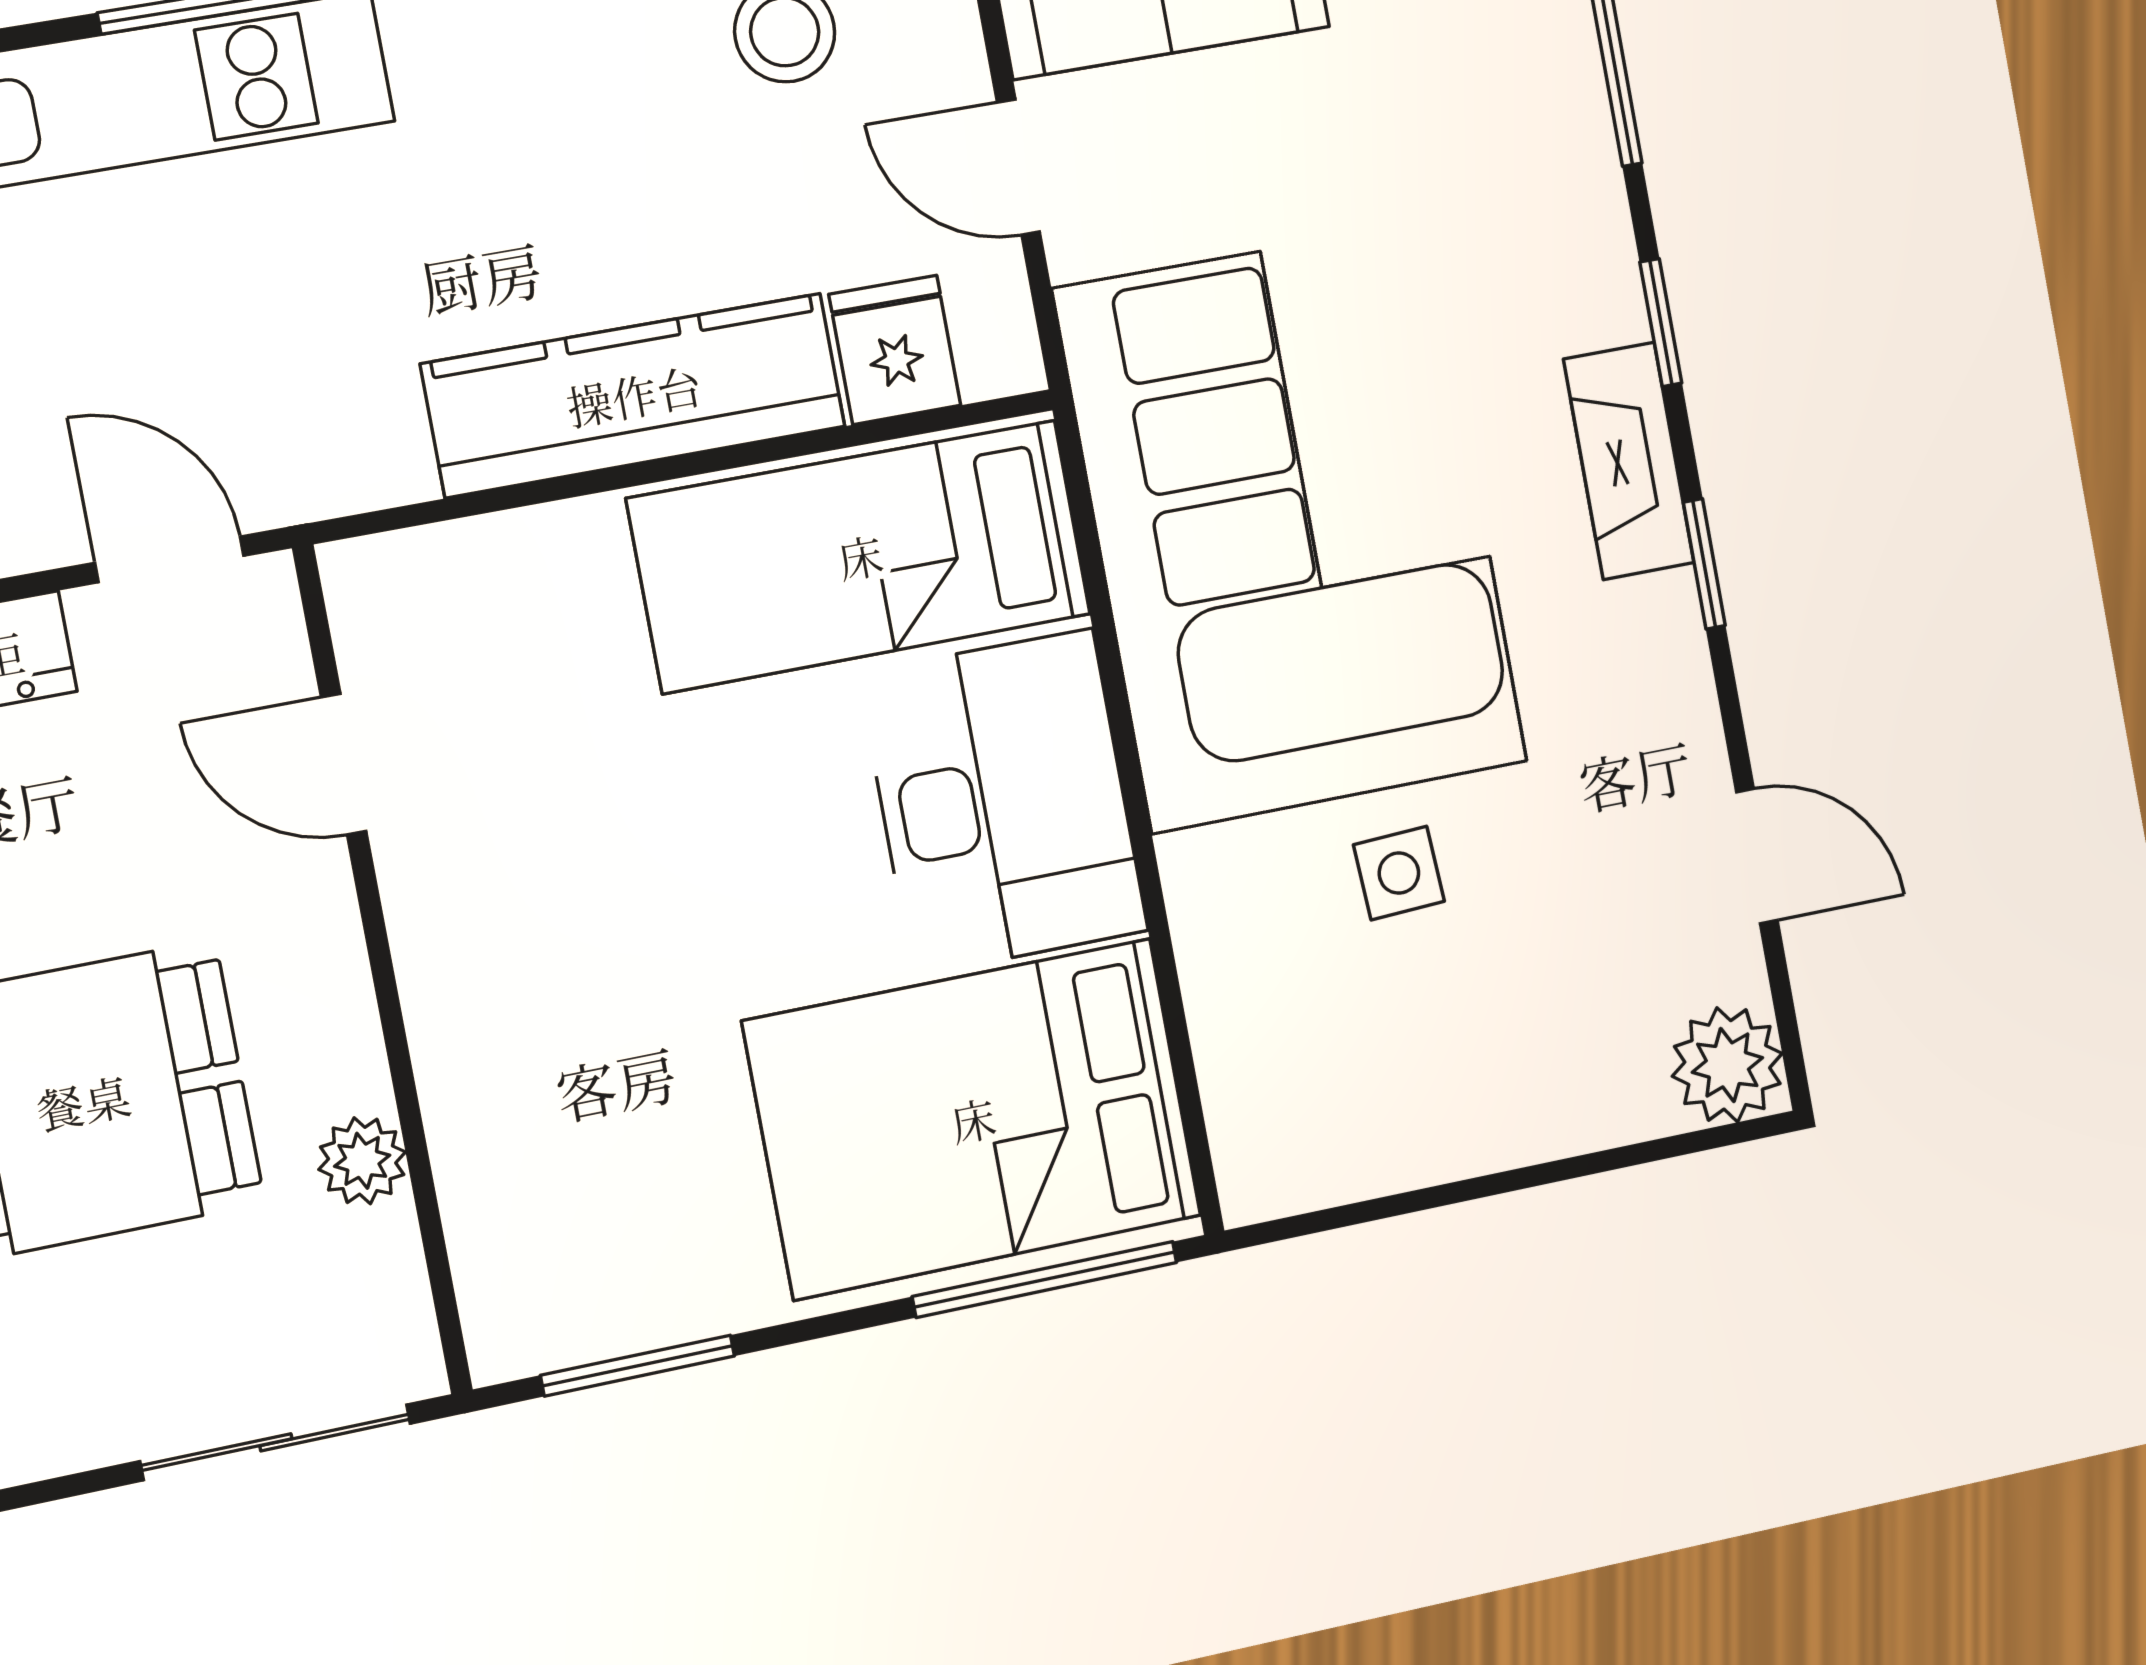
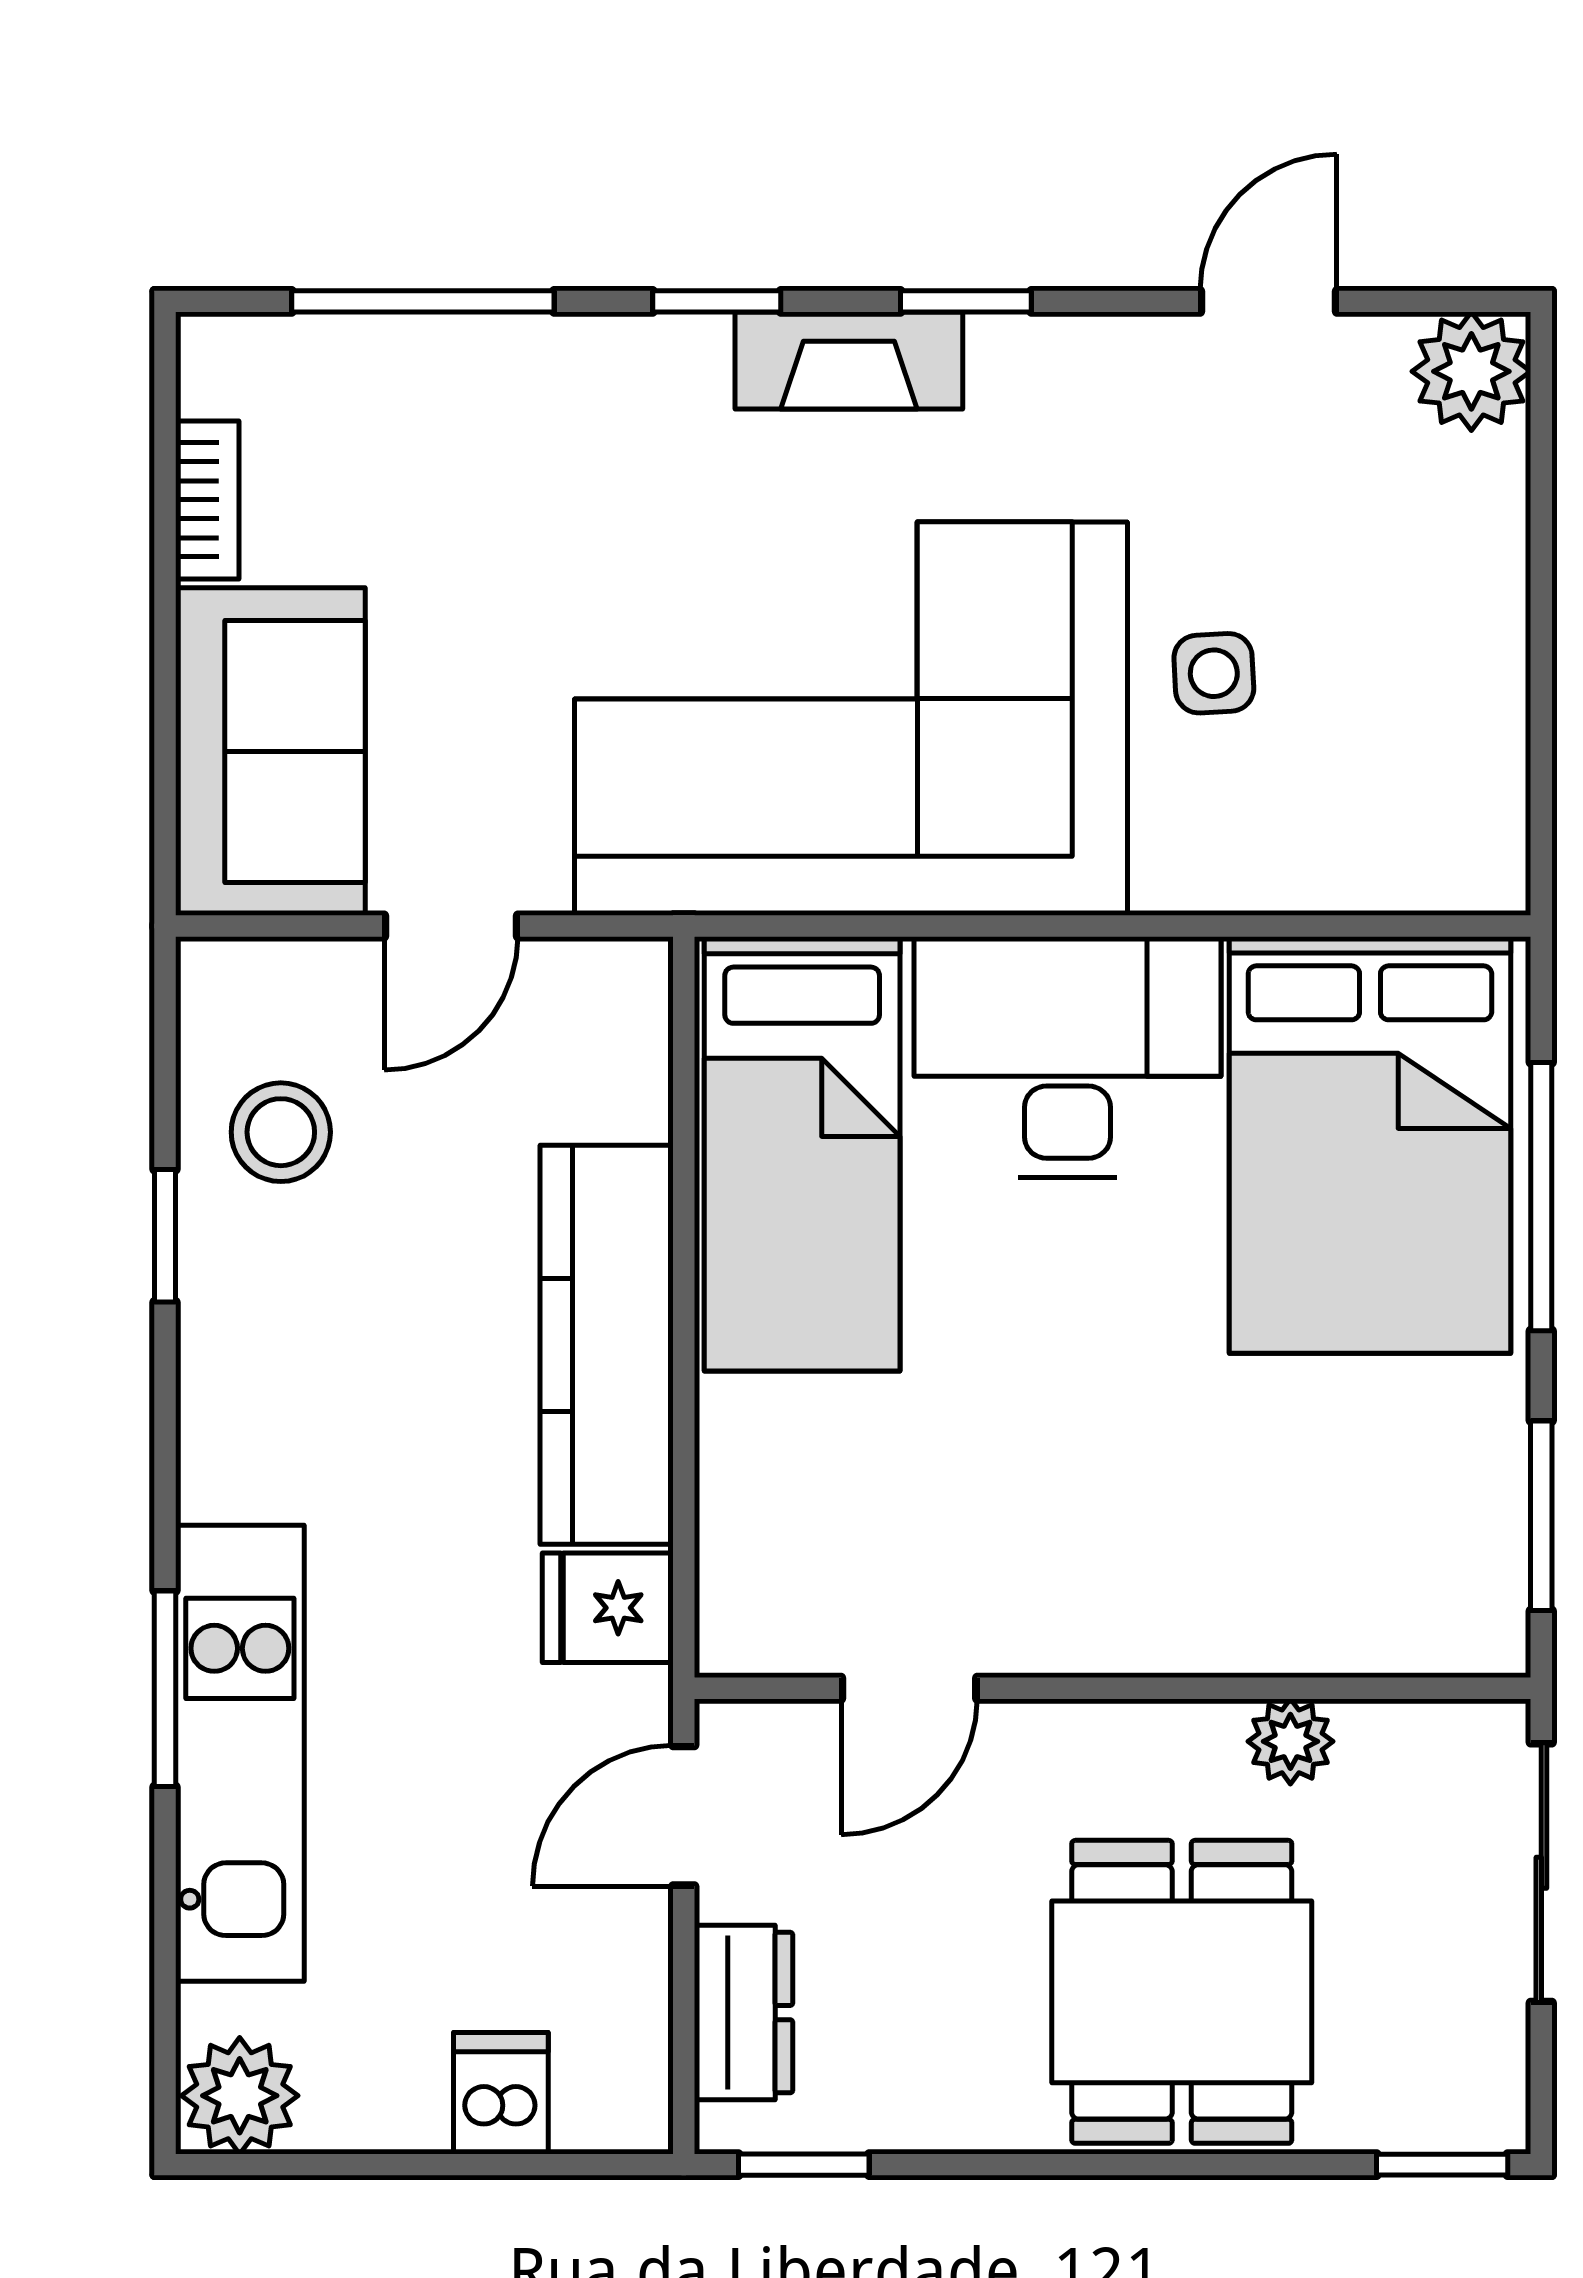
fridge: (895, 350) -> (608, 1608), moved
window: (1045, 1279) -> (1541, 1197), moved

